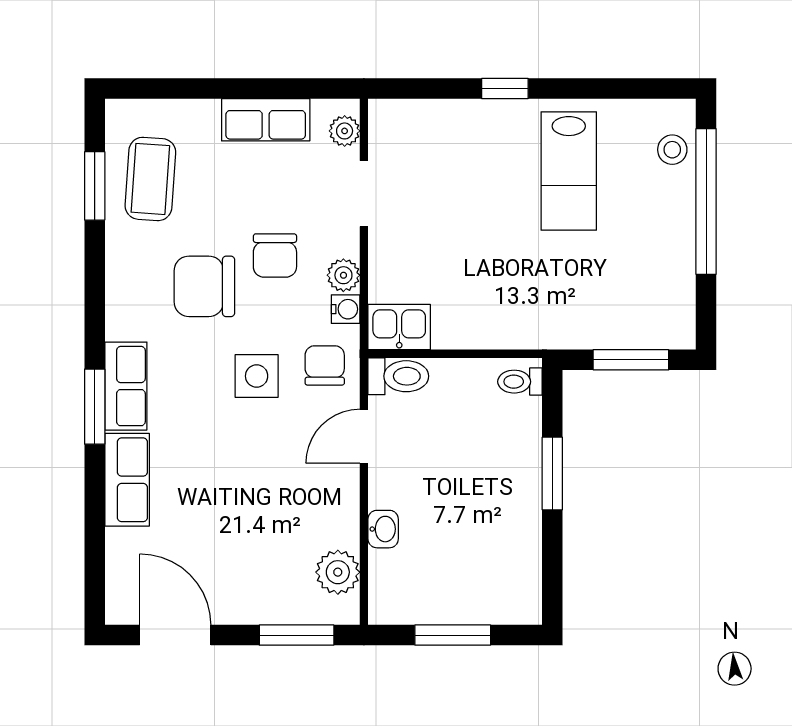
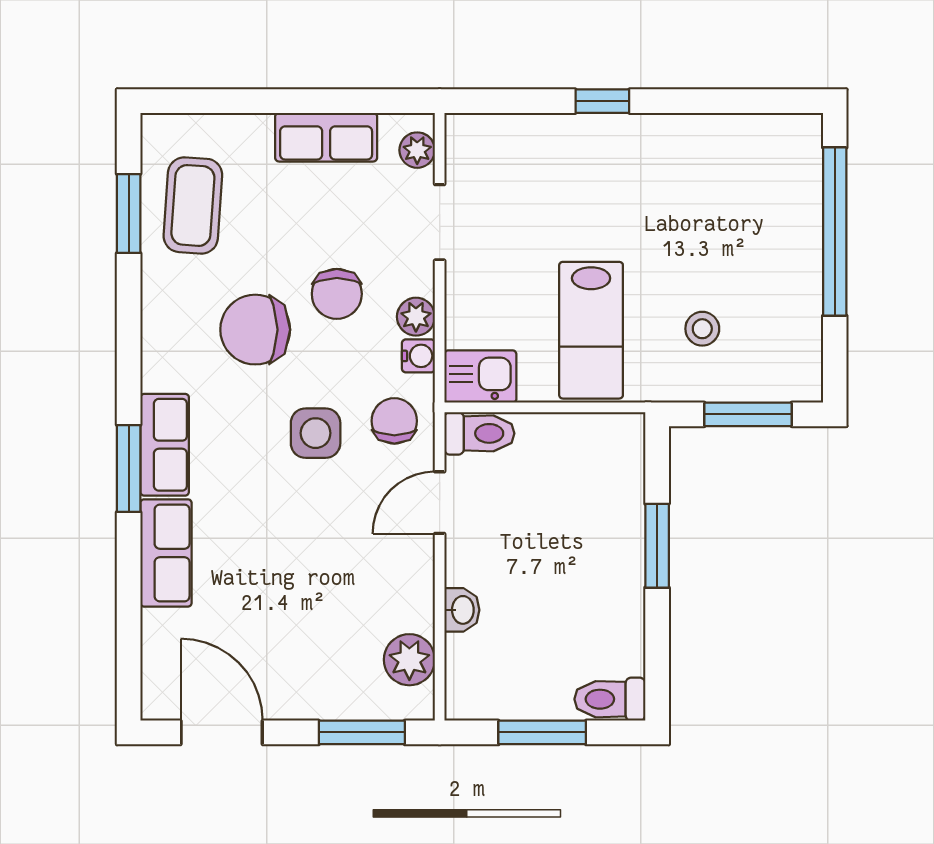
stool: (672, 150) -> (702, 329), moved
lab bench: (569, 171) -> (591, 330), moved
toilet: (520, 382) -> (610, 699), moved, width x1.37, depth x1.39

